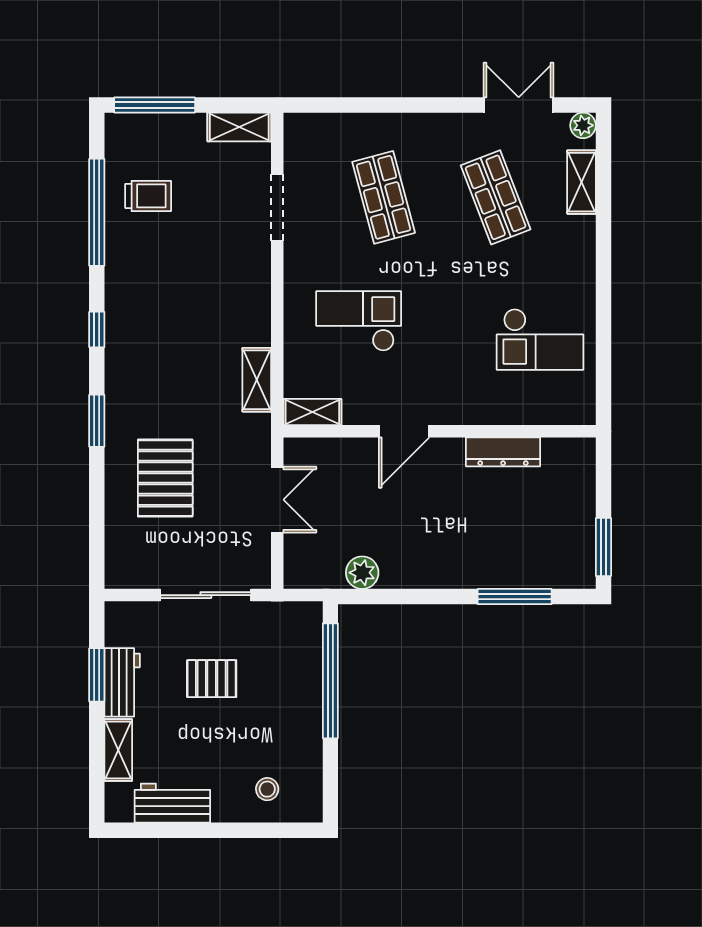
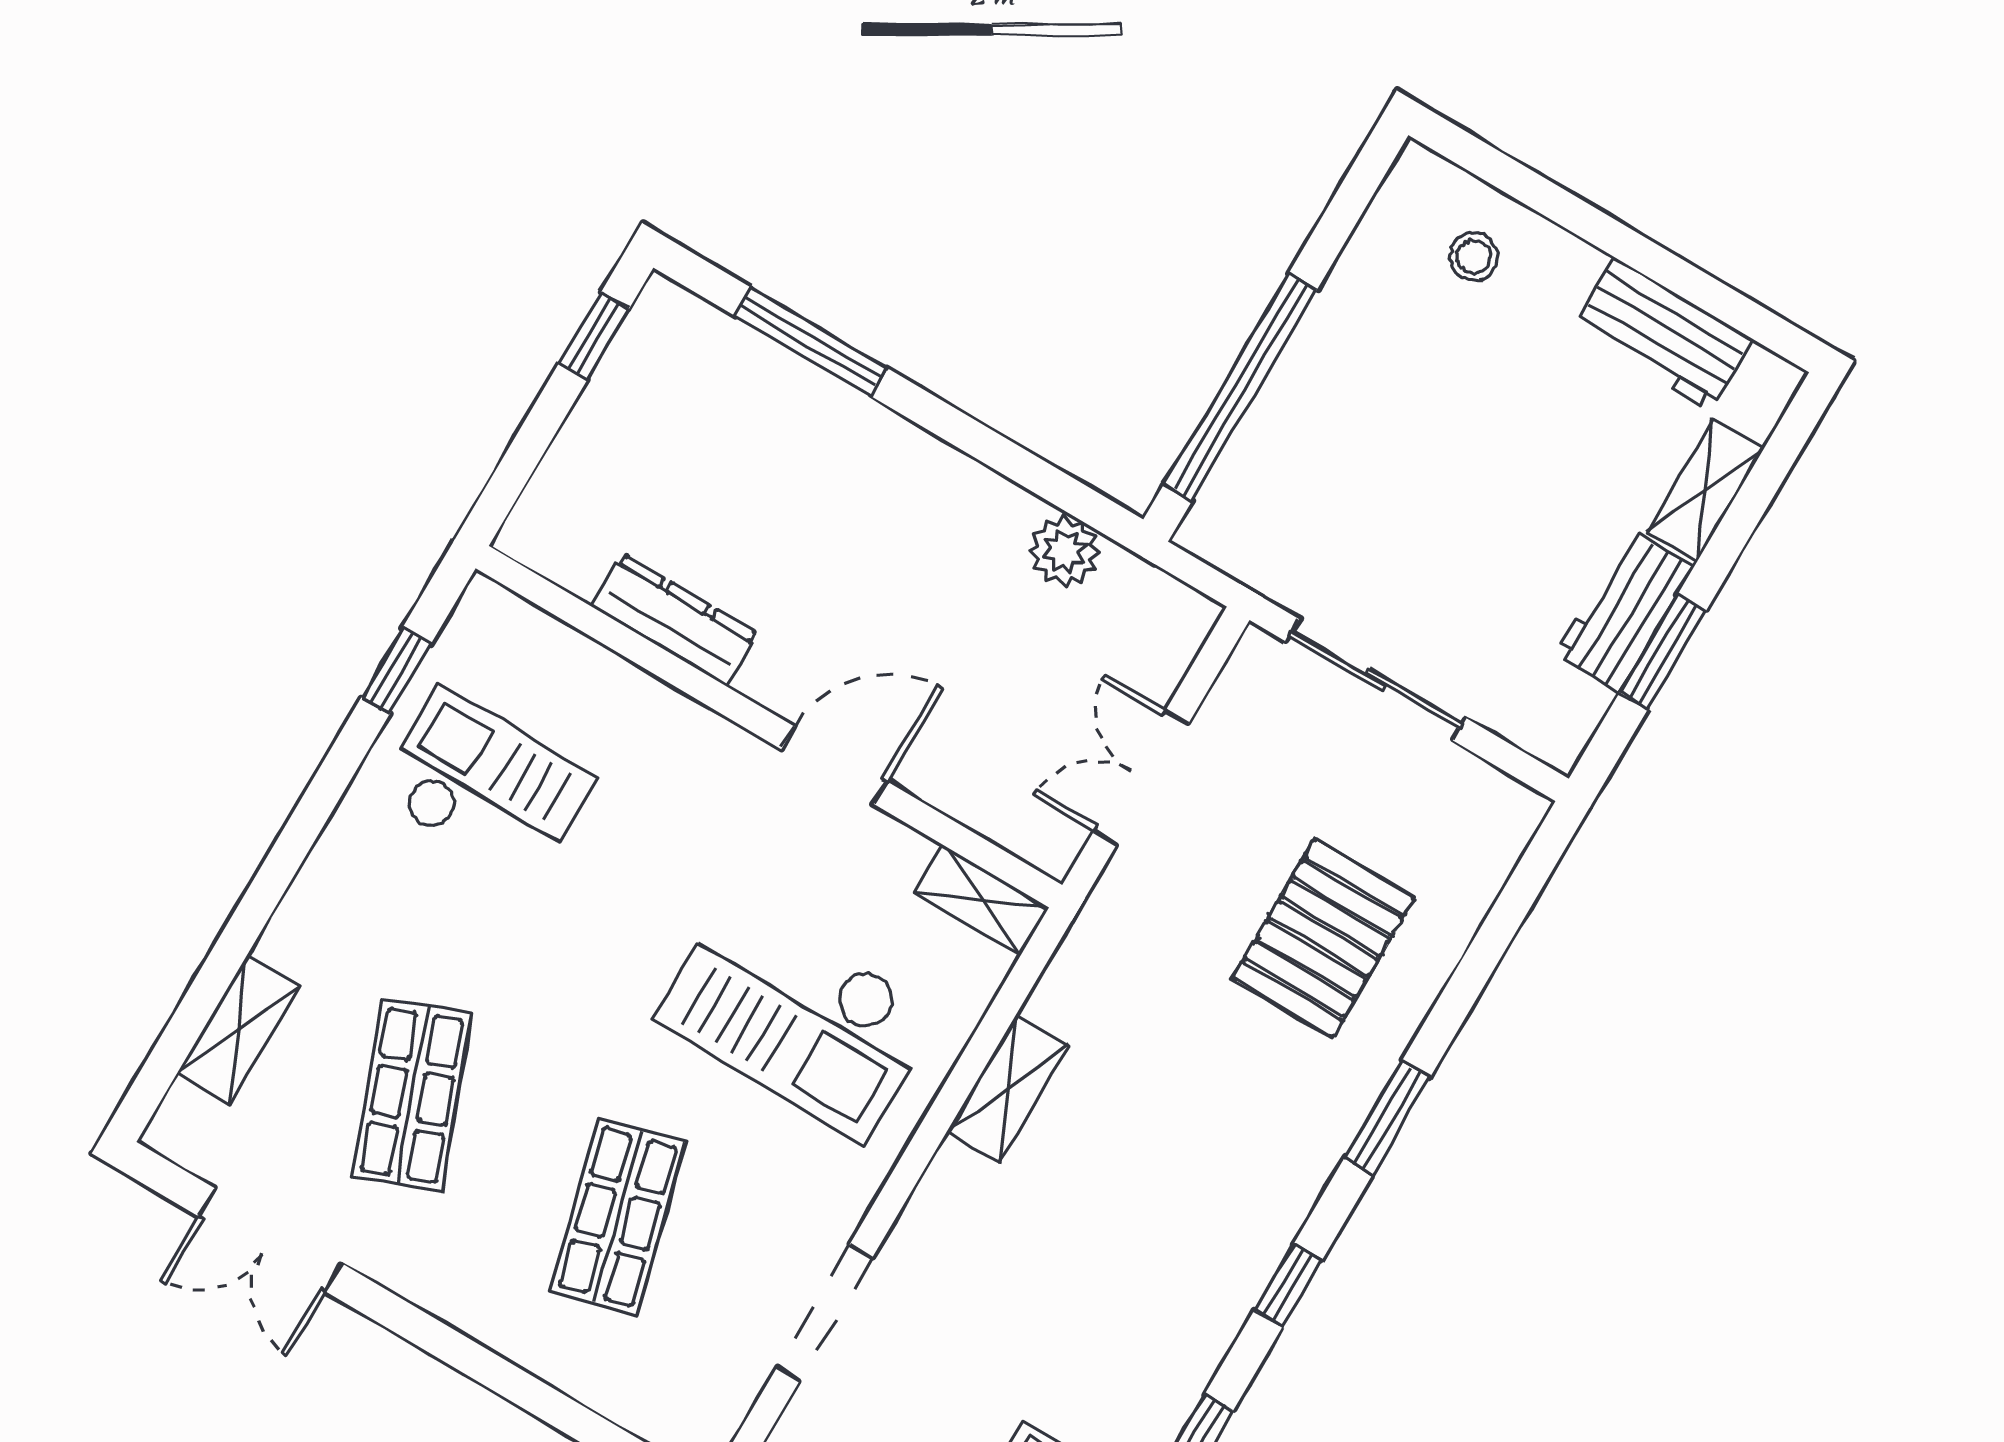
plant: (583, 125) -> (174, 1132), removed
checkout: (359, 321) -> (798, 1017), width x1.36, depth x1.21
window: (603, 365) -> (396, 671), added
shelving: (257, 380) -> (1008, 1088), moved
window: (603, 547) -> (594, 336), width x0.67
pallet: (212, 679) -> (1456, 520), removed

